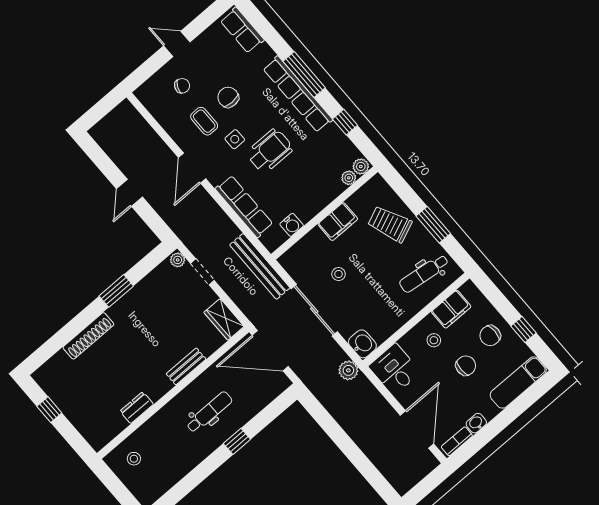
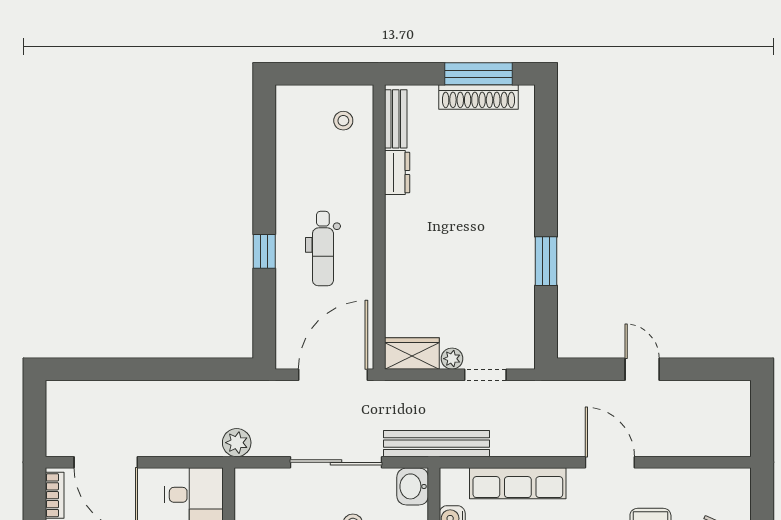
plant: (178, 260) -> (452, 359), moved
shoe rack: (88, 336) -> (479, 97), moved, turned -90
washbasin: (362, 344) -> (413, 486), moved, turned 90
bench: (186, 366) -> (396, 119), moved
window: (49, 410) -> (478, 74), width x2.17

